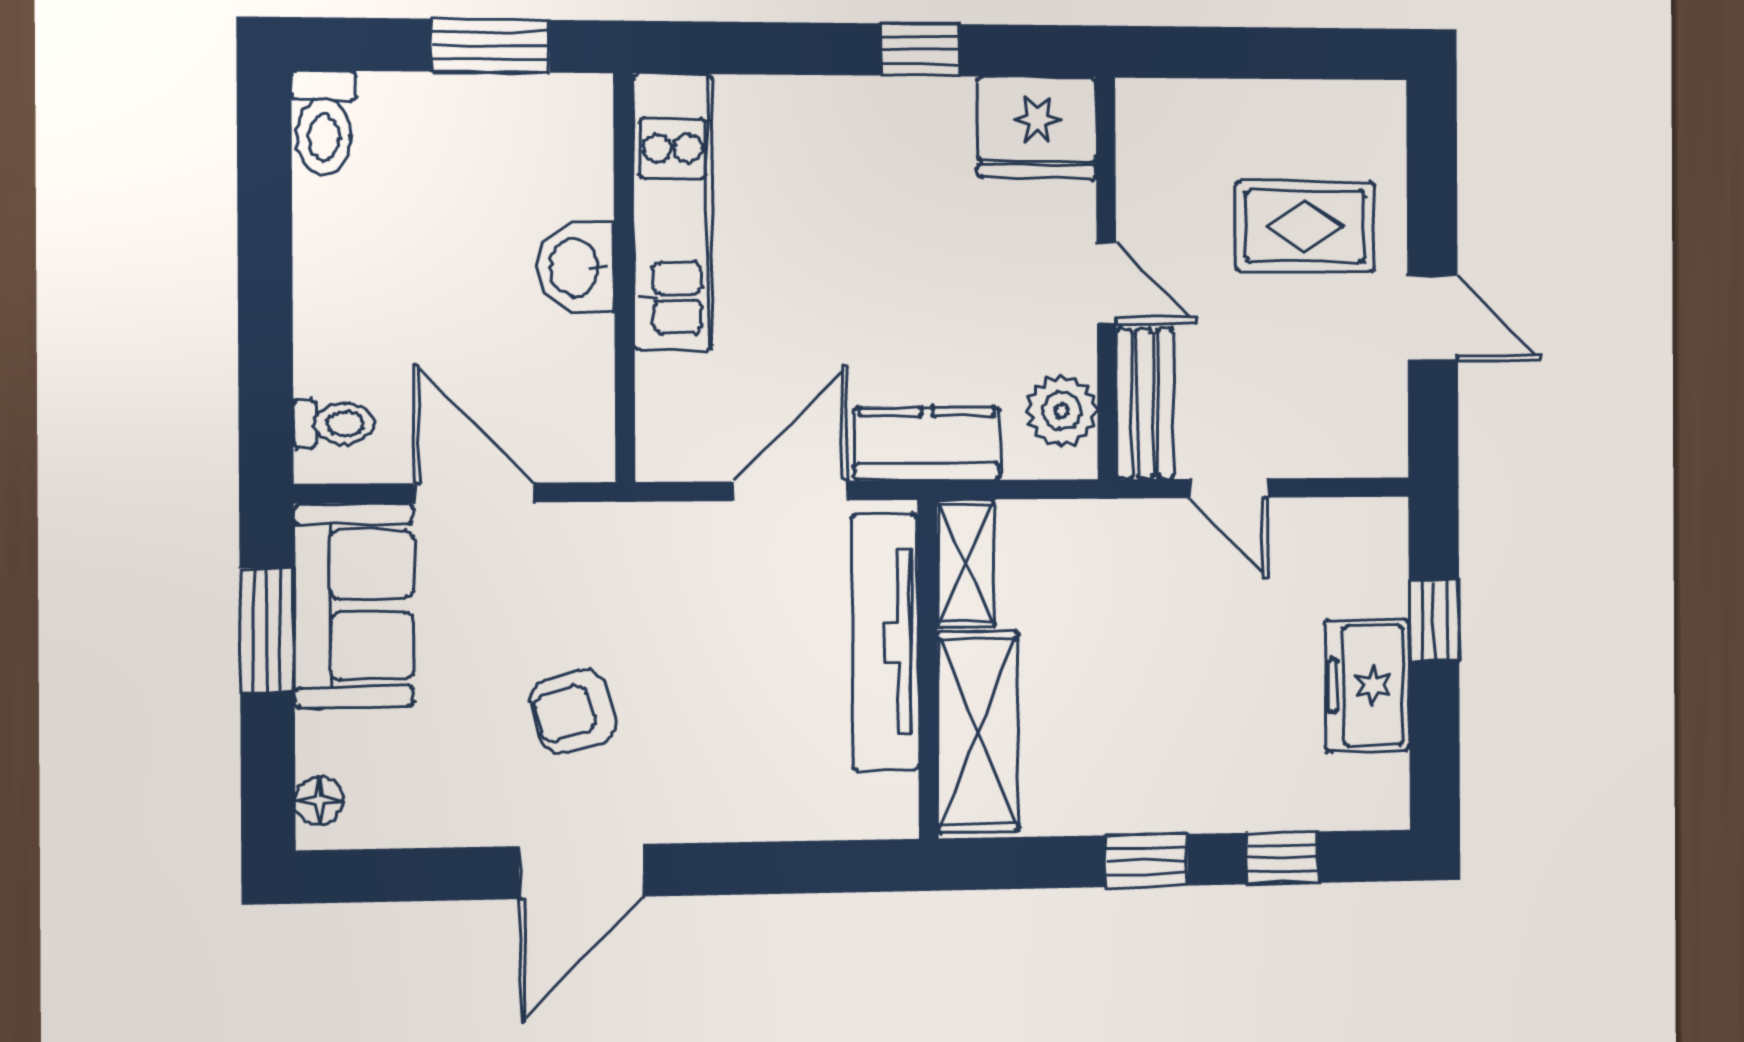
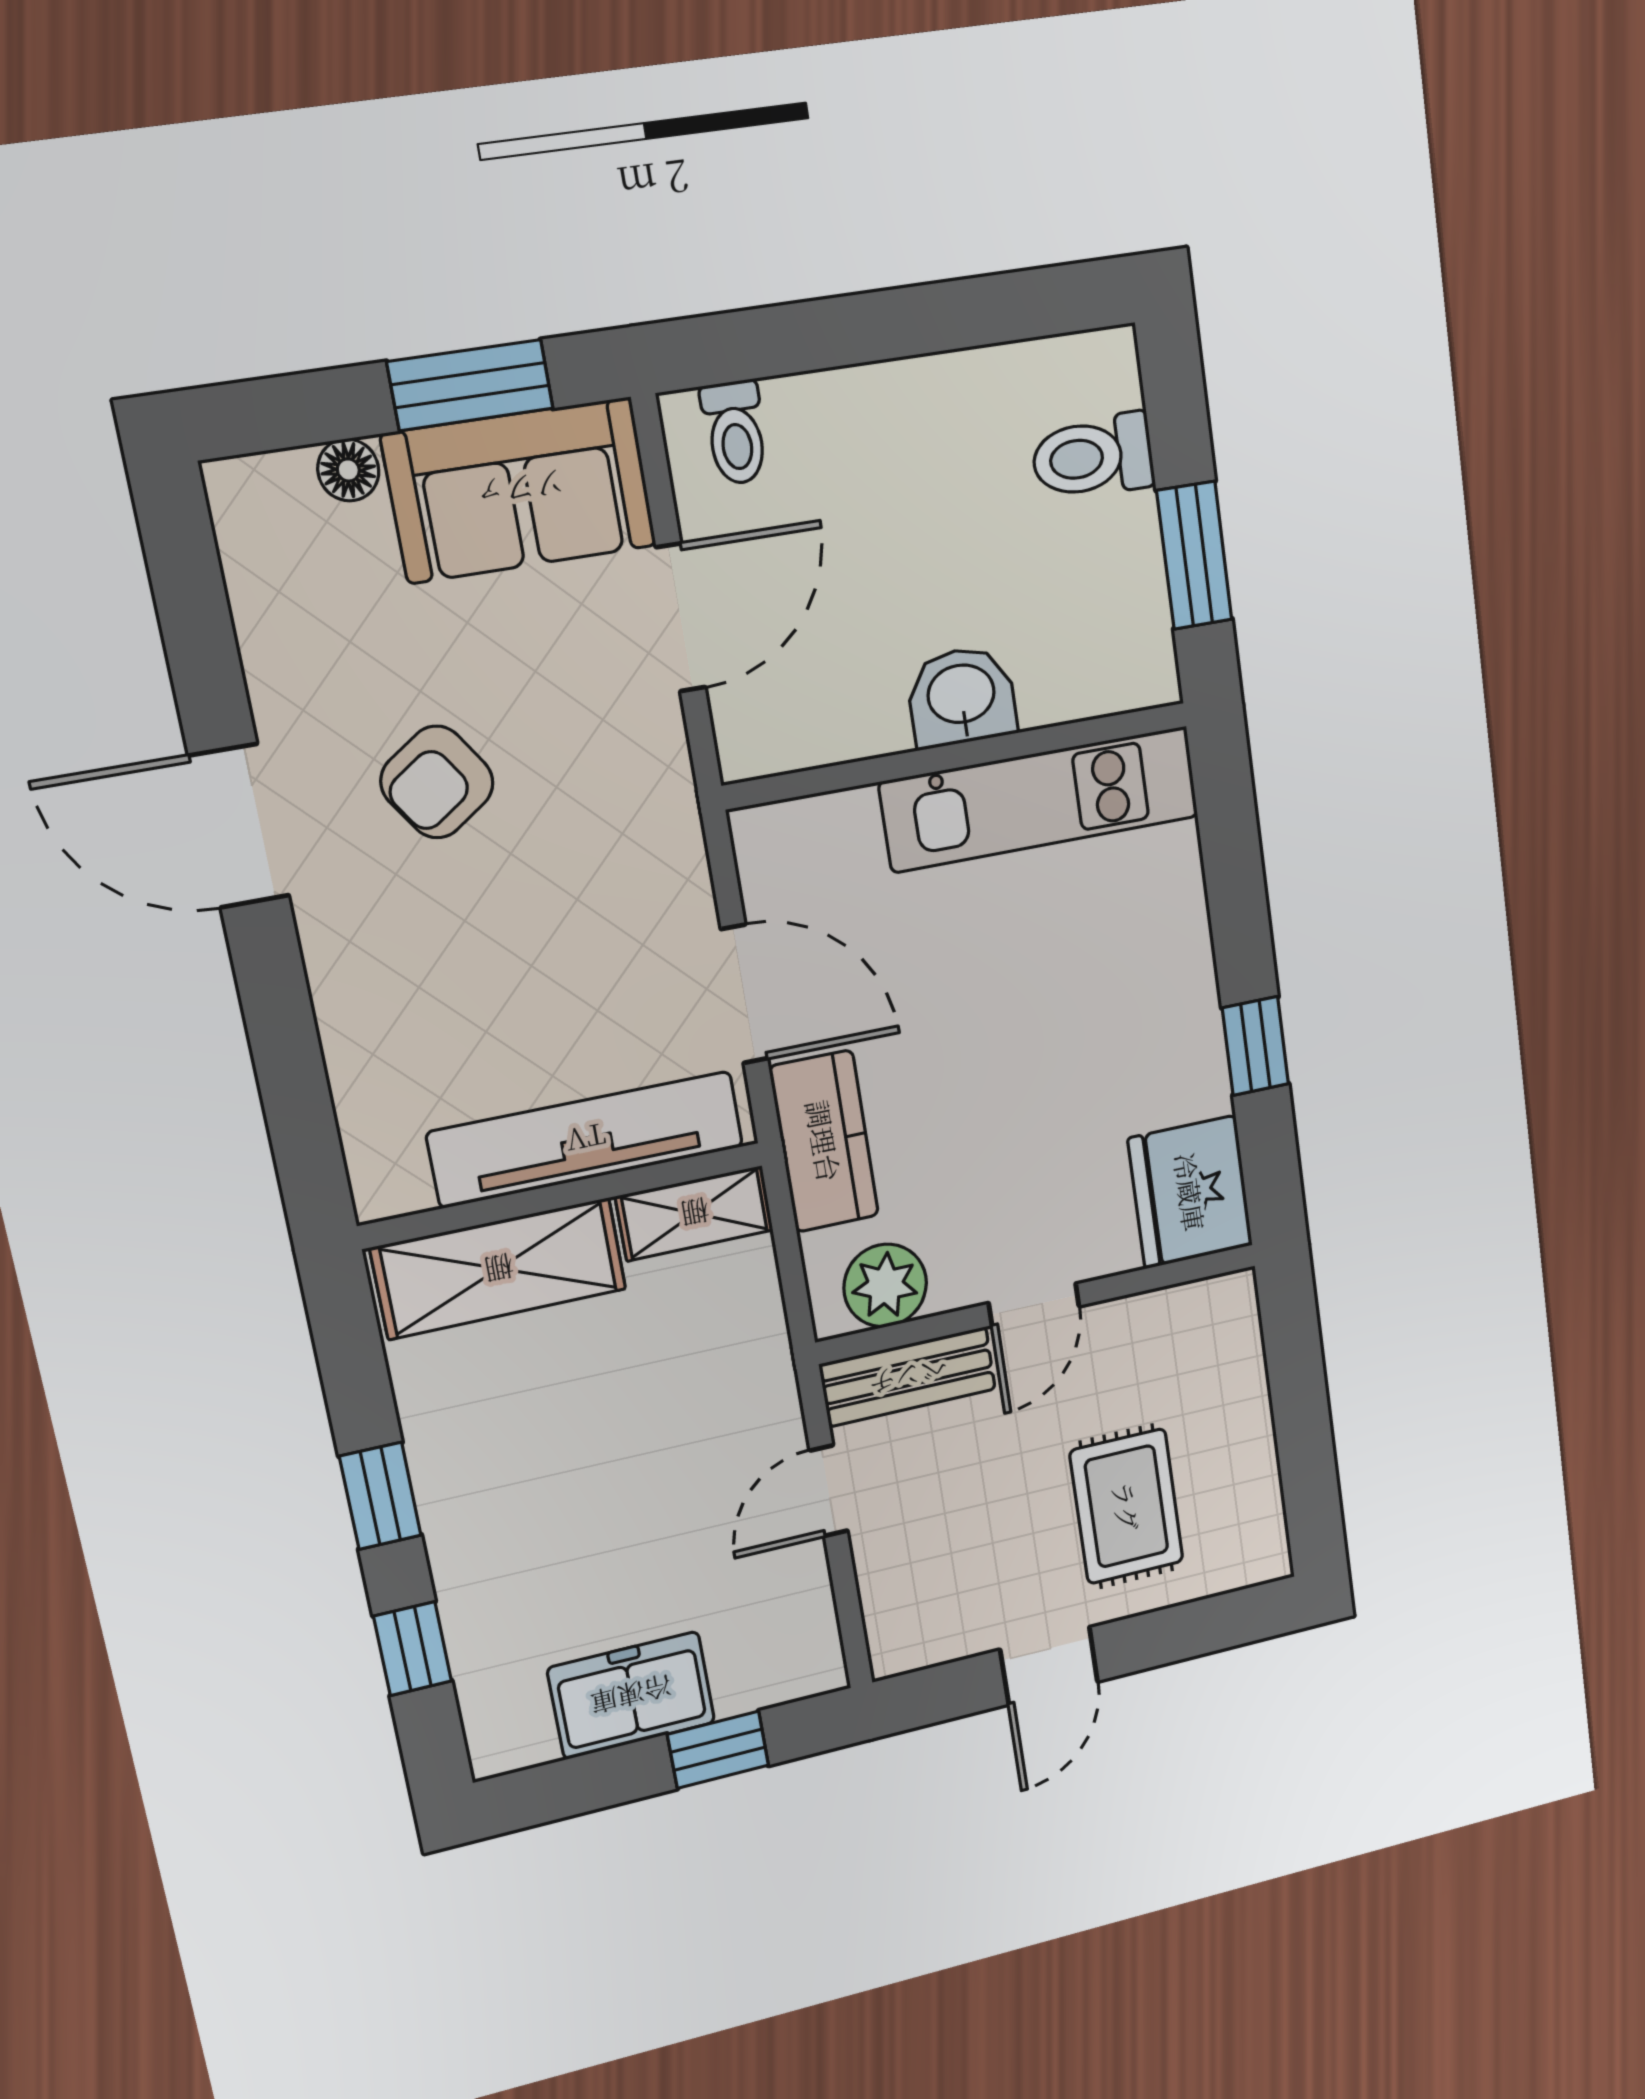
toilet: (324, 123) -> (1093, 457), moved
armchair: (573, 711) -> (437, 782), turned -108
floor lamp: (319, 801) -> (348, 470), moved

